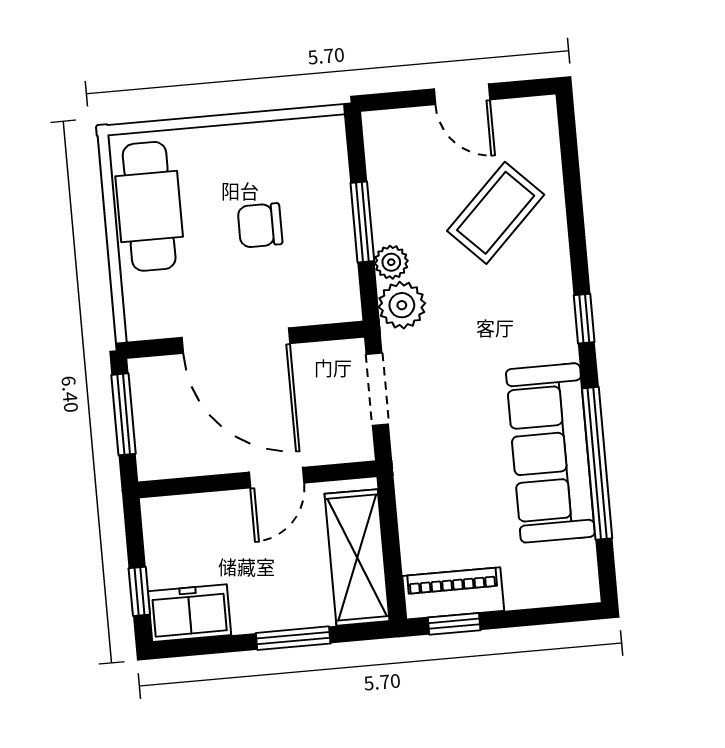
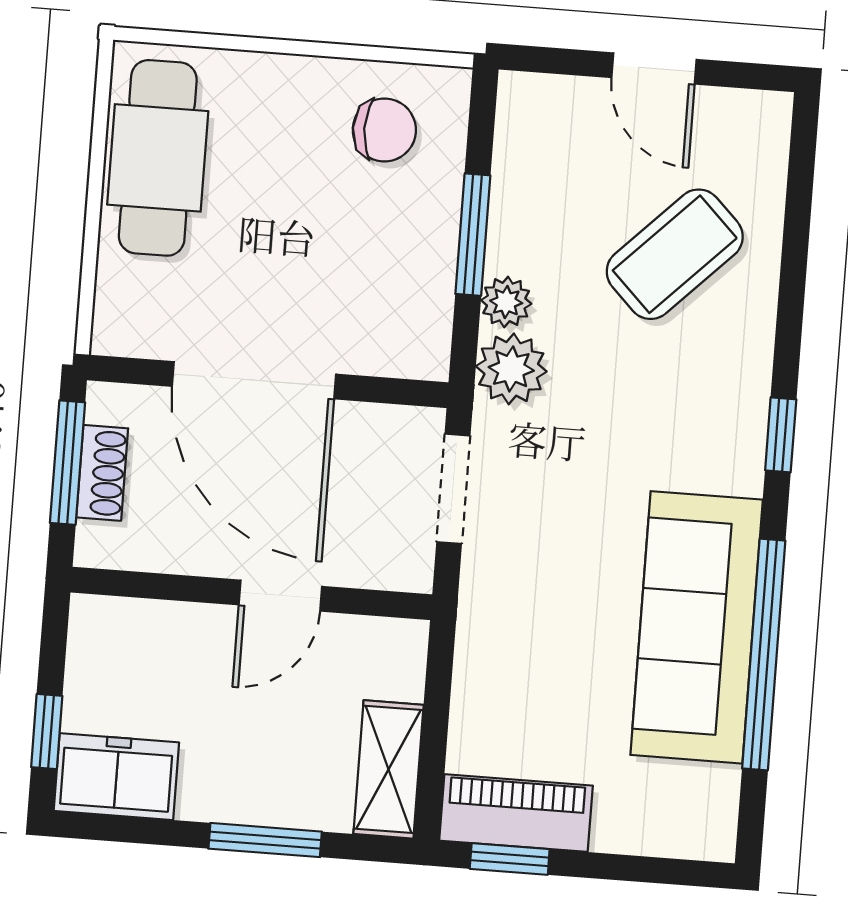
chair: (260, 225) -> (384, 130), moved, turned 180
shoe rack: (147, 417) -> (102, 473), added
shelving: (357, 557) -> (389, 769), width x0.67, depth x0.75

